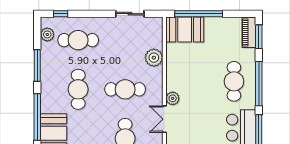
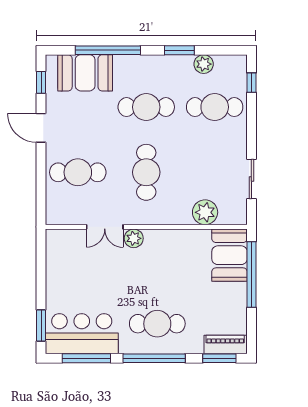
plant: (47, 34) -> (204, 64), moved
cafe table: (78, 40) -> (215, 107), turned 90
plant: (154, 58) -> (205, 212), moved
window: (37, 65) -> (179, 50), width x0.69
double door: (164, 119) -> (105, 227), swing flipped

